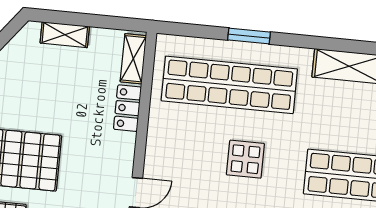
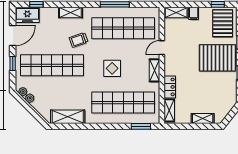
window: (249, 36) -> (141, 126), moved
shelving: (156, 146) -> (155, 70), added

